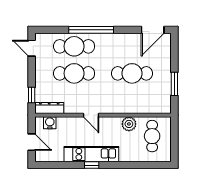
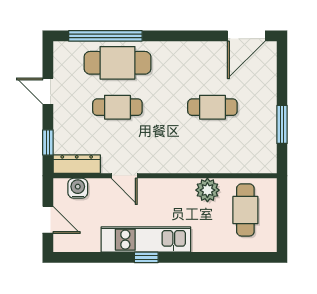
window: (91, 30) -> (105, 36), moved
door: (32, 48) -> (48, 91), moved
cafe table: (74, 73) -> (117, 107), width x0.73, depth x0.74
cafe table: (132, 73) -> (212, 107), width x0.73, depth x0.74
door: (91, 115) -> (124, 176), moved

